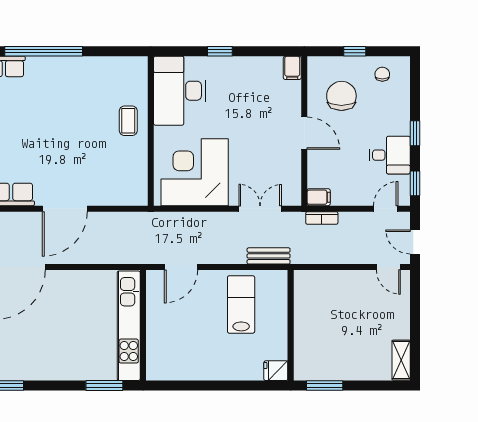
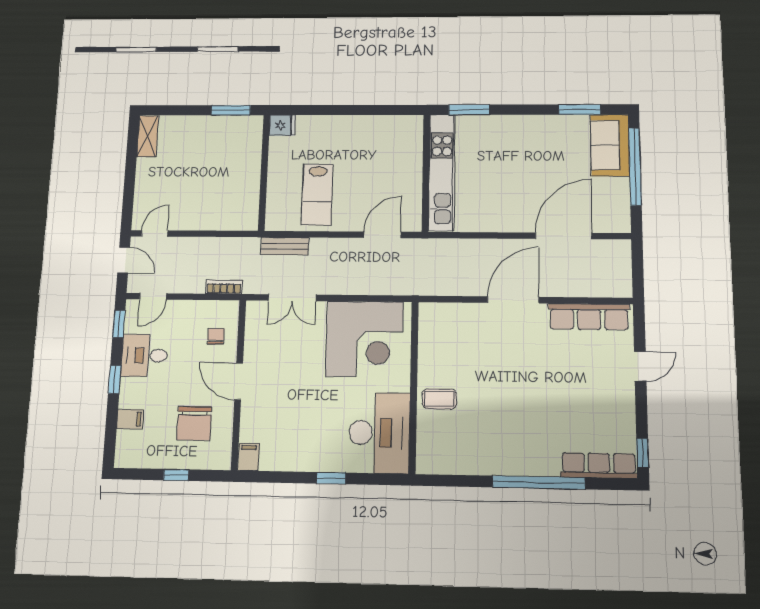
chair: (382, 74) -> (216, 336), moved, turned 180
coffee table: (128, 121) -> (439, 399), turned 90
filing cabinet: (319, 197) -> (130, 419), moved, turned 180
door: (388, 267) -> (155, 233), hinge flipped

